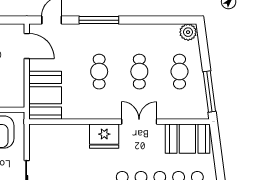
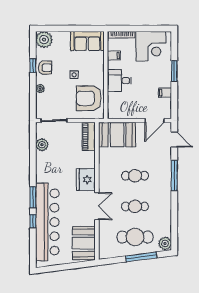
cafe table: (180, 72) -> (135, 237), width x1.37, depth x1.35
window: (209, 92) -> (141, 257), moved
piano: (48, 132) -> (89, 136), added

